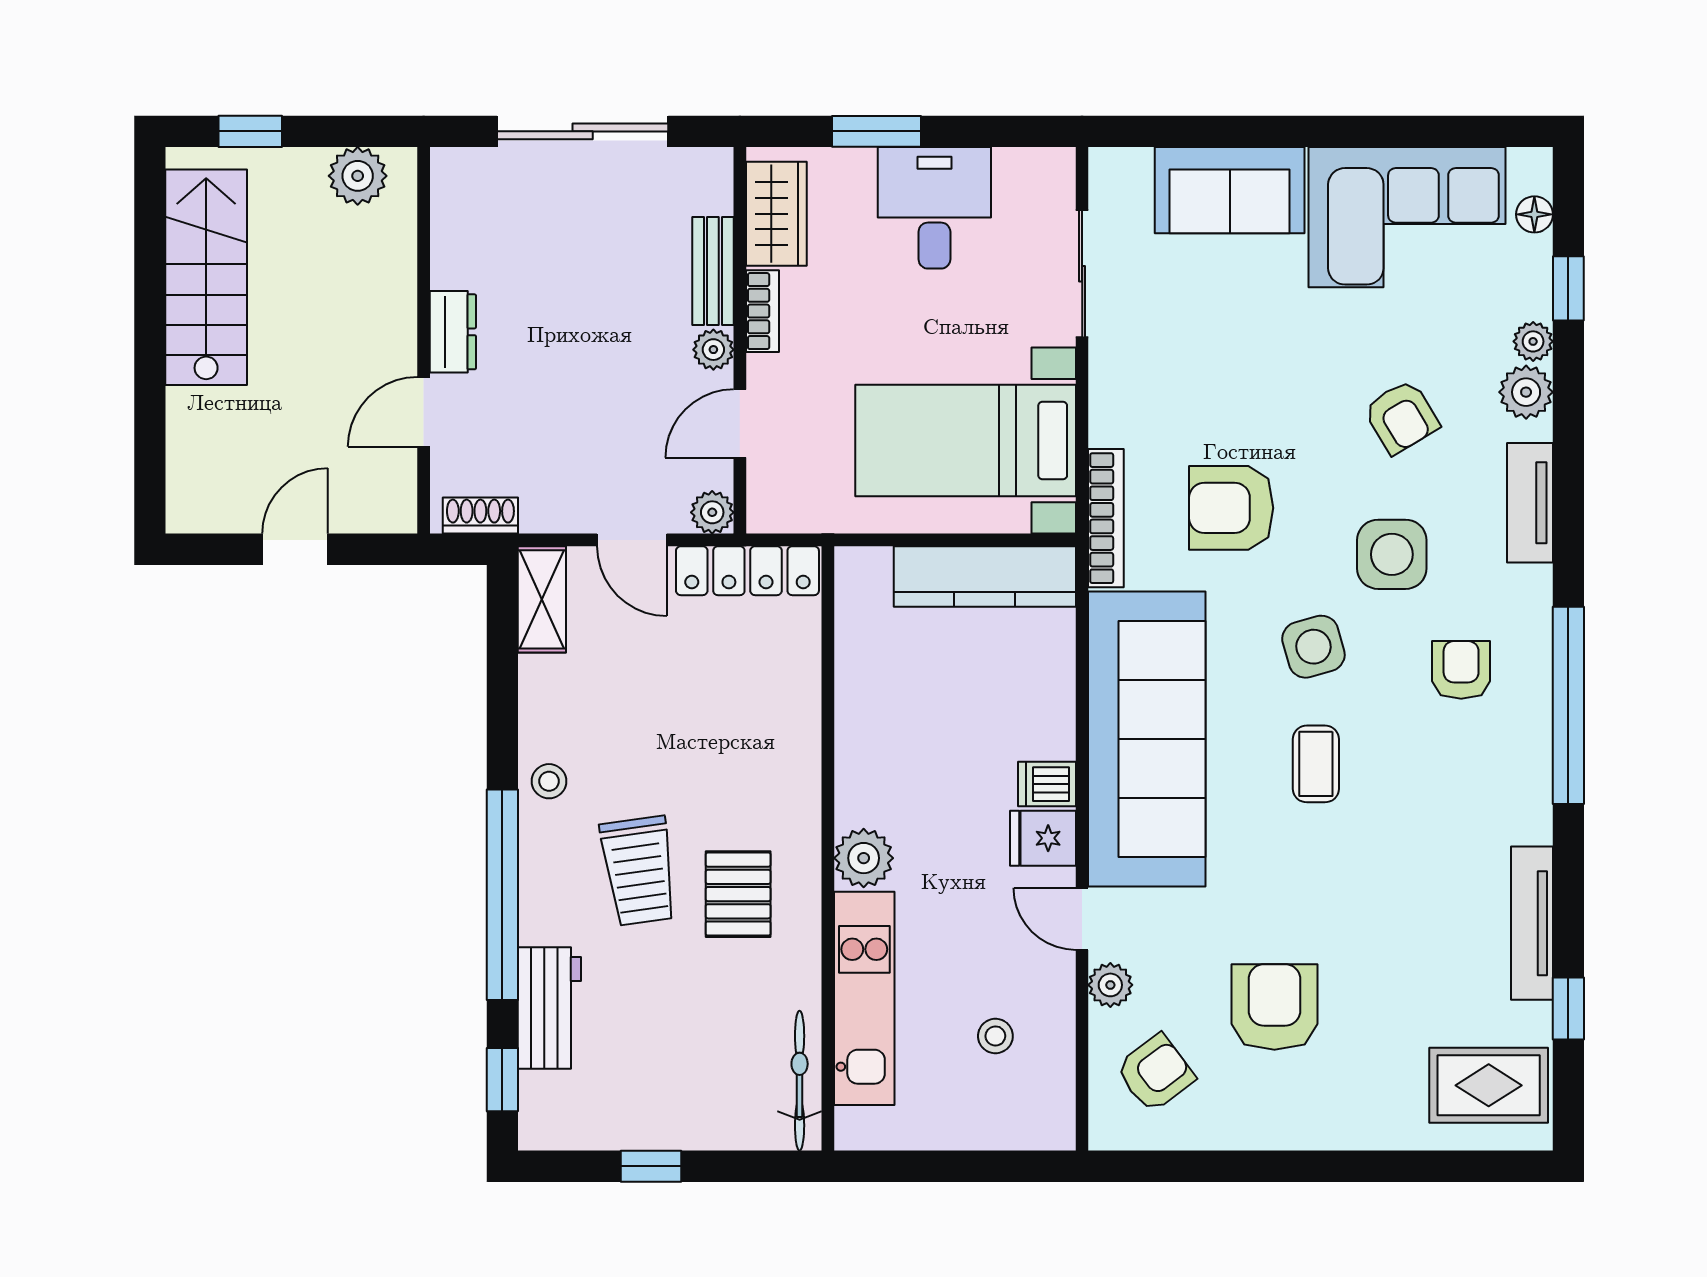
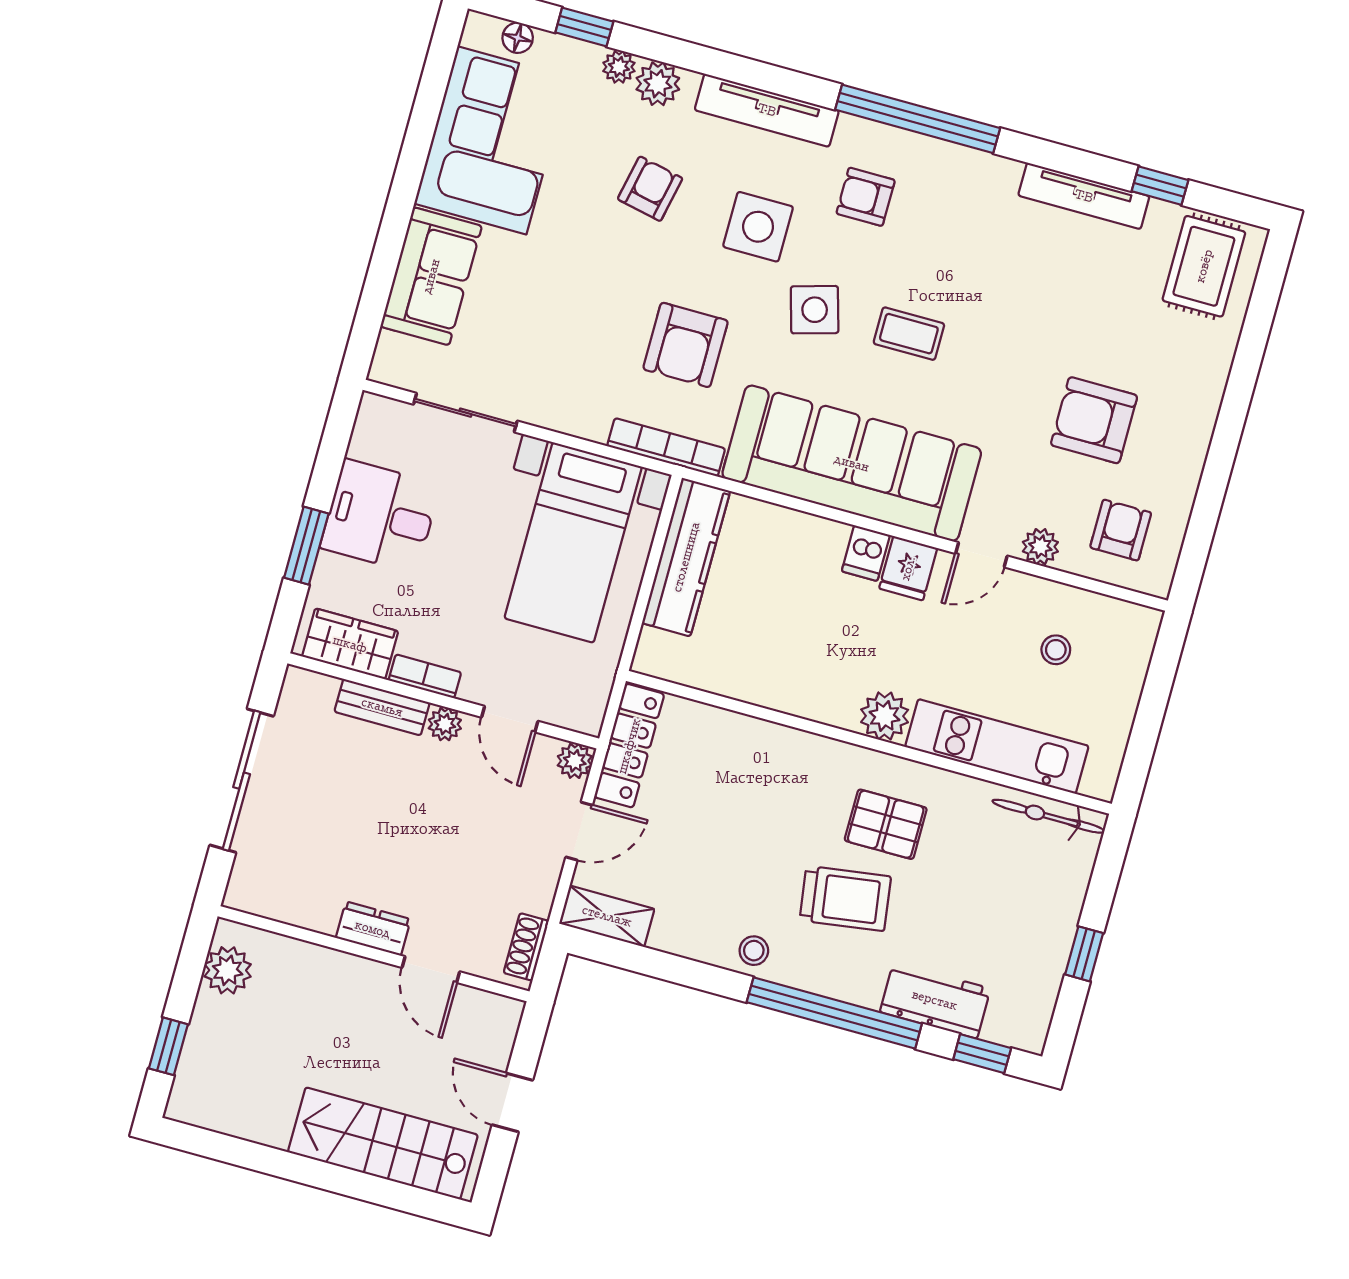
stairs: (206, 277) -> (383, 1143), moved
armchair: (1401, 417) -> (650, 189), turned -47
tv unit: (1530, 503) -> (767, 110), width x1.41
armchair: (1155, 1073) -> (1121, 530), turned 37

